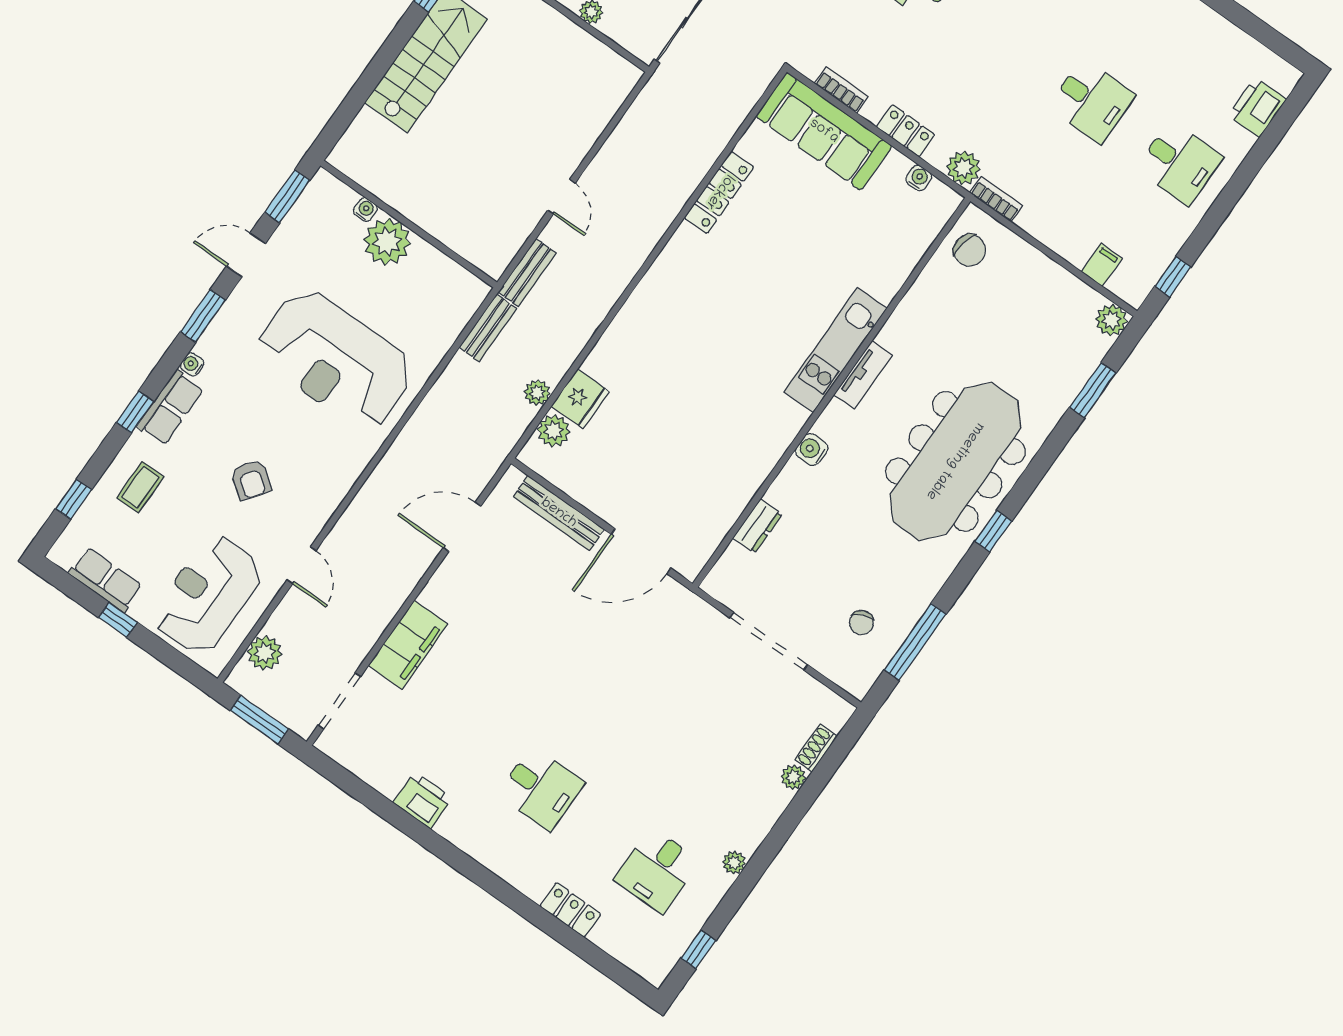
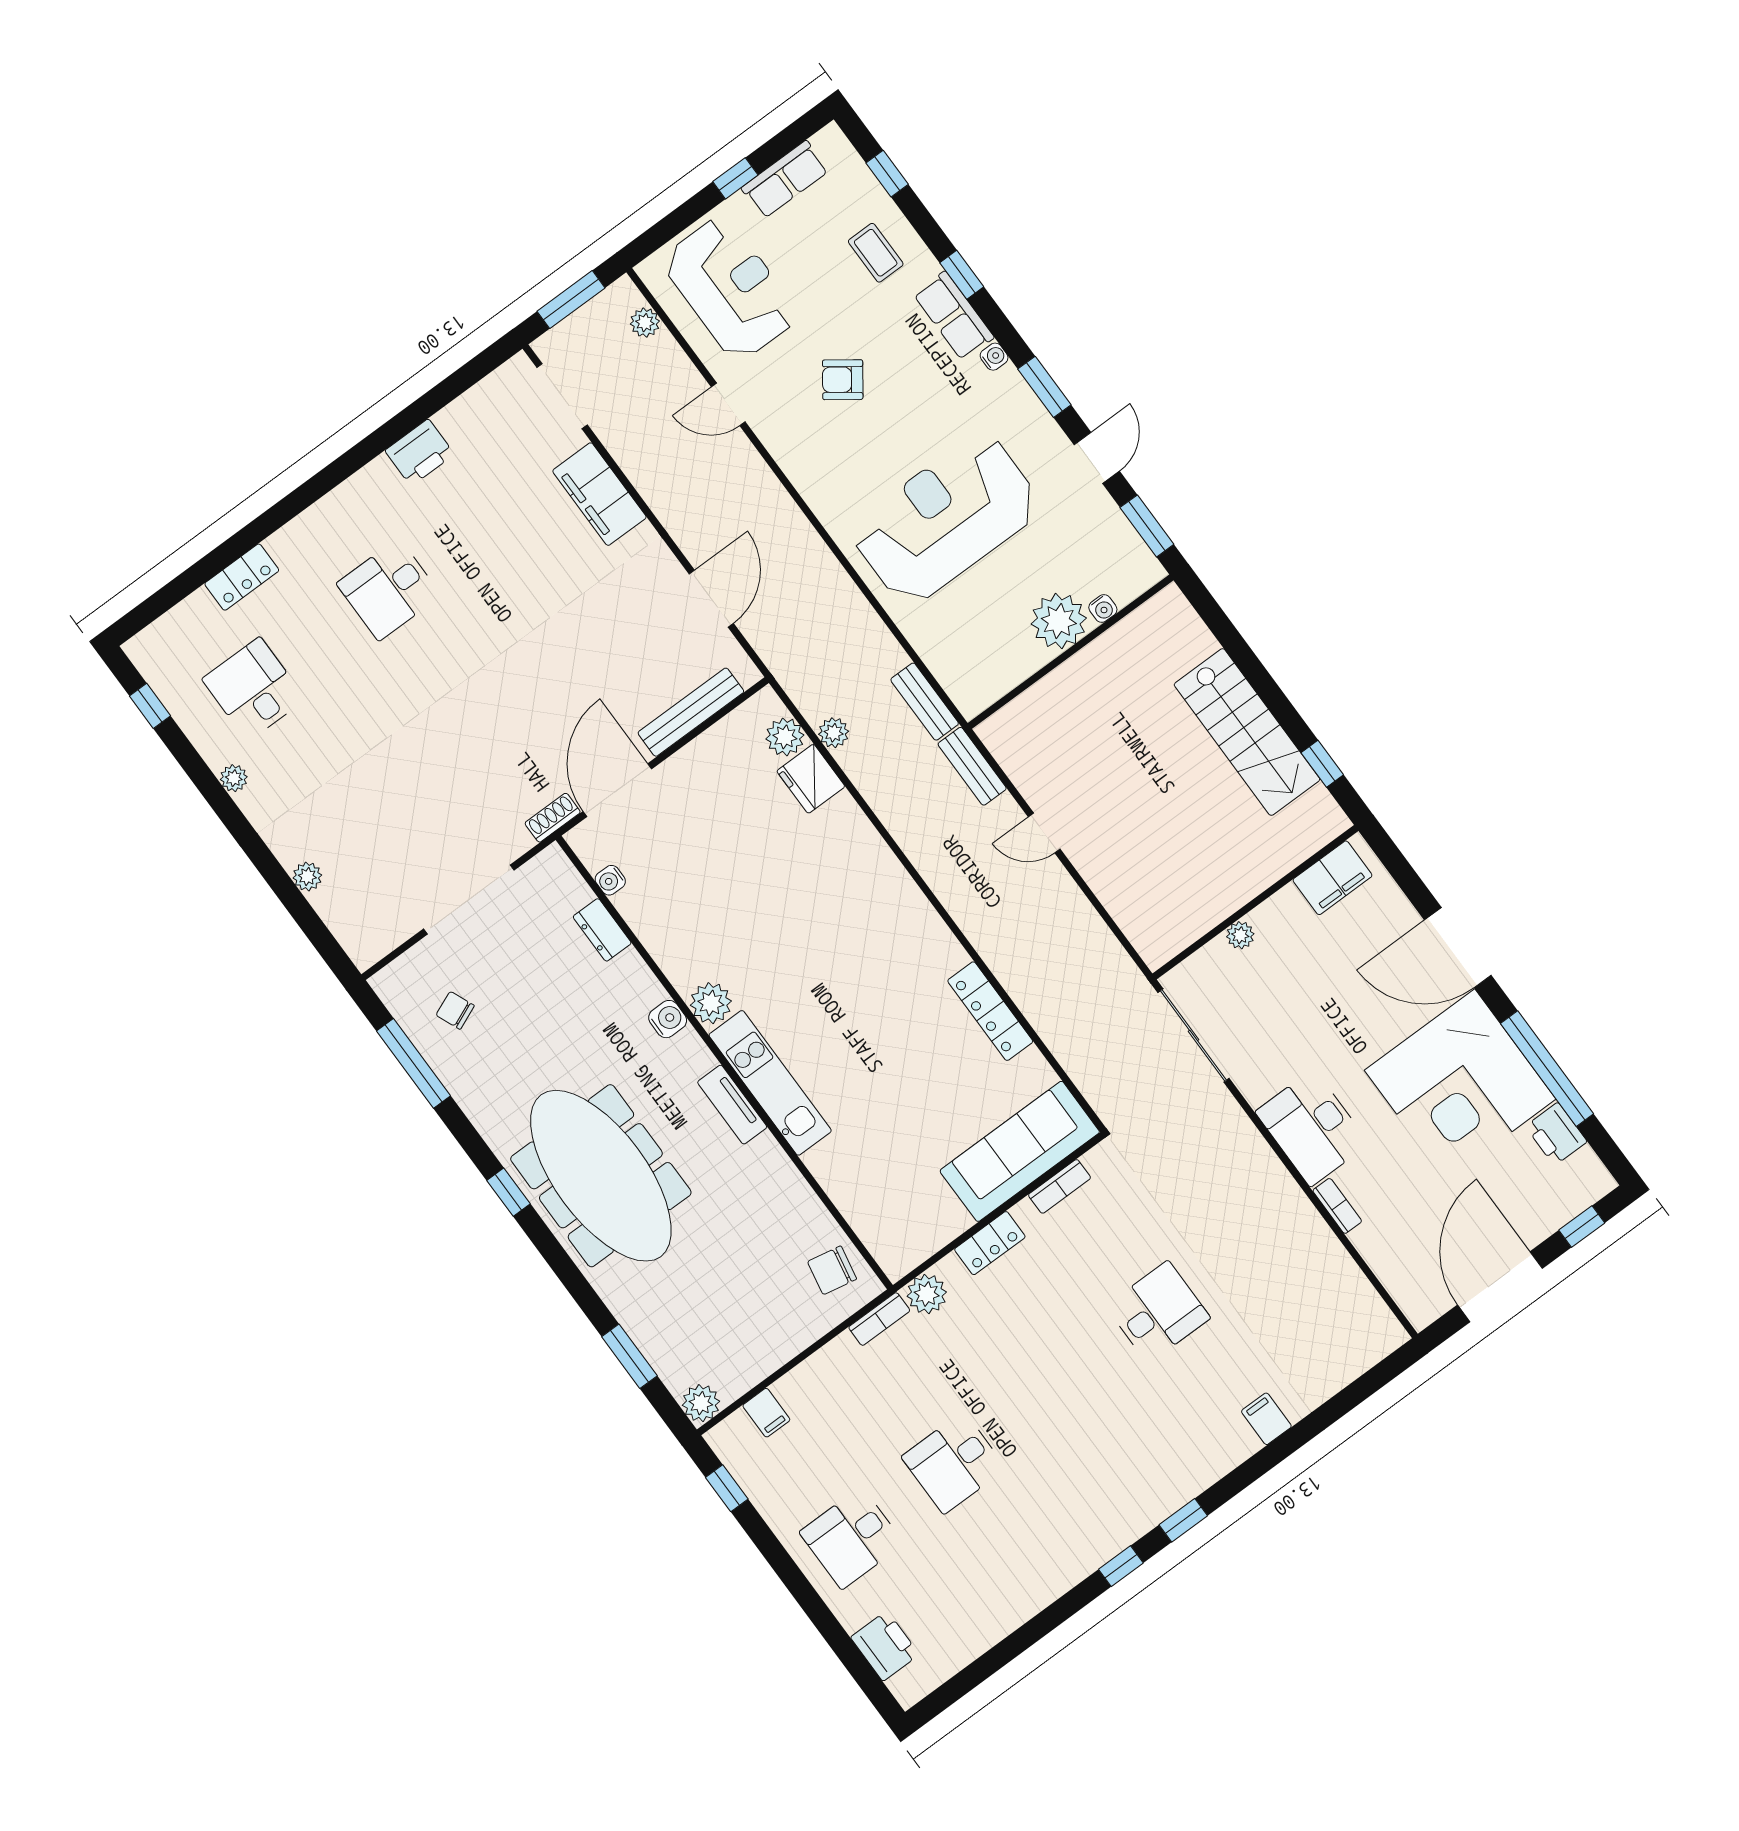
water cooler: (919, 178) -> (610, 880), moved, turned 90
plant: (787, 419) -> (711, 1003), added
plant: (265, 653) -> (645, 323), width x0.73, depth x0.73
shoe rack: (816, 748) -> (553, 818), moved, turned -90

